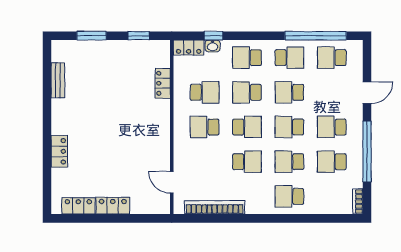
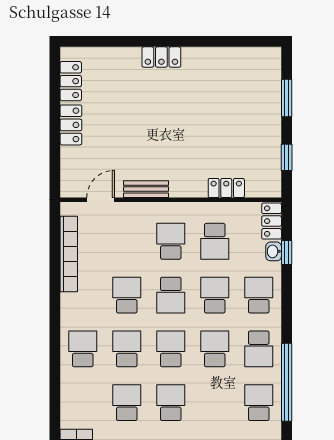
bench: (58, 80) -> (146, 189), moved
locker: (59, 151) -> (161, 57), moved
school desk: (247, 162) -> (127, 295), turned 180

